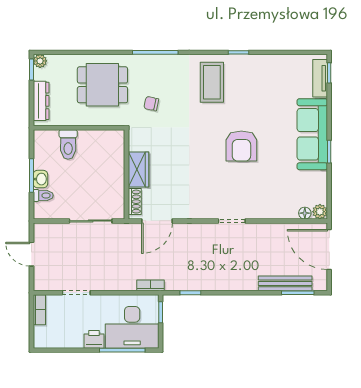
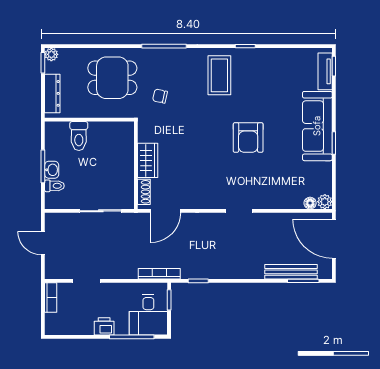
bookcase: (151, 285) -> (159, 274), width x1.56
desk: (132, 327) -> (148, 315), width x0.73

